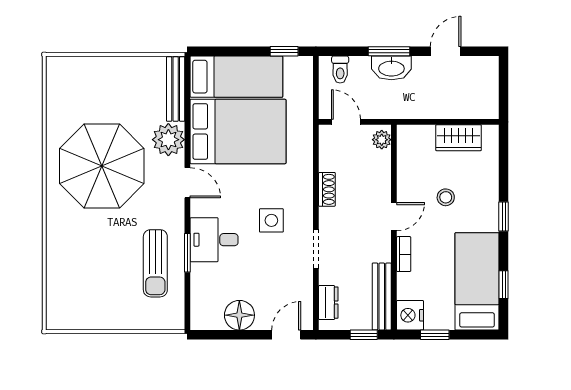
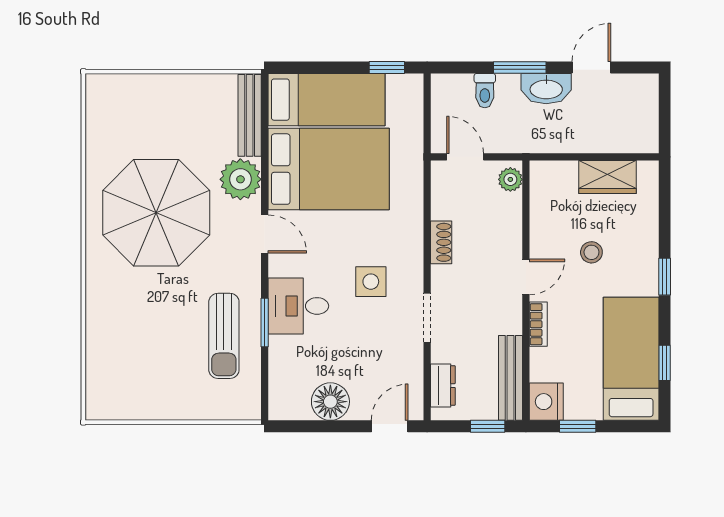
washbasin: (391, 68) -> (546, 89), moved
toilet: (340, 70) -> (485, 91), moved

